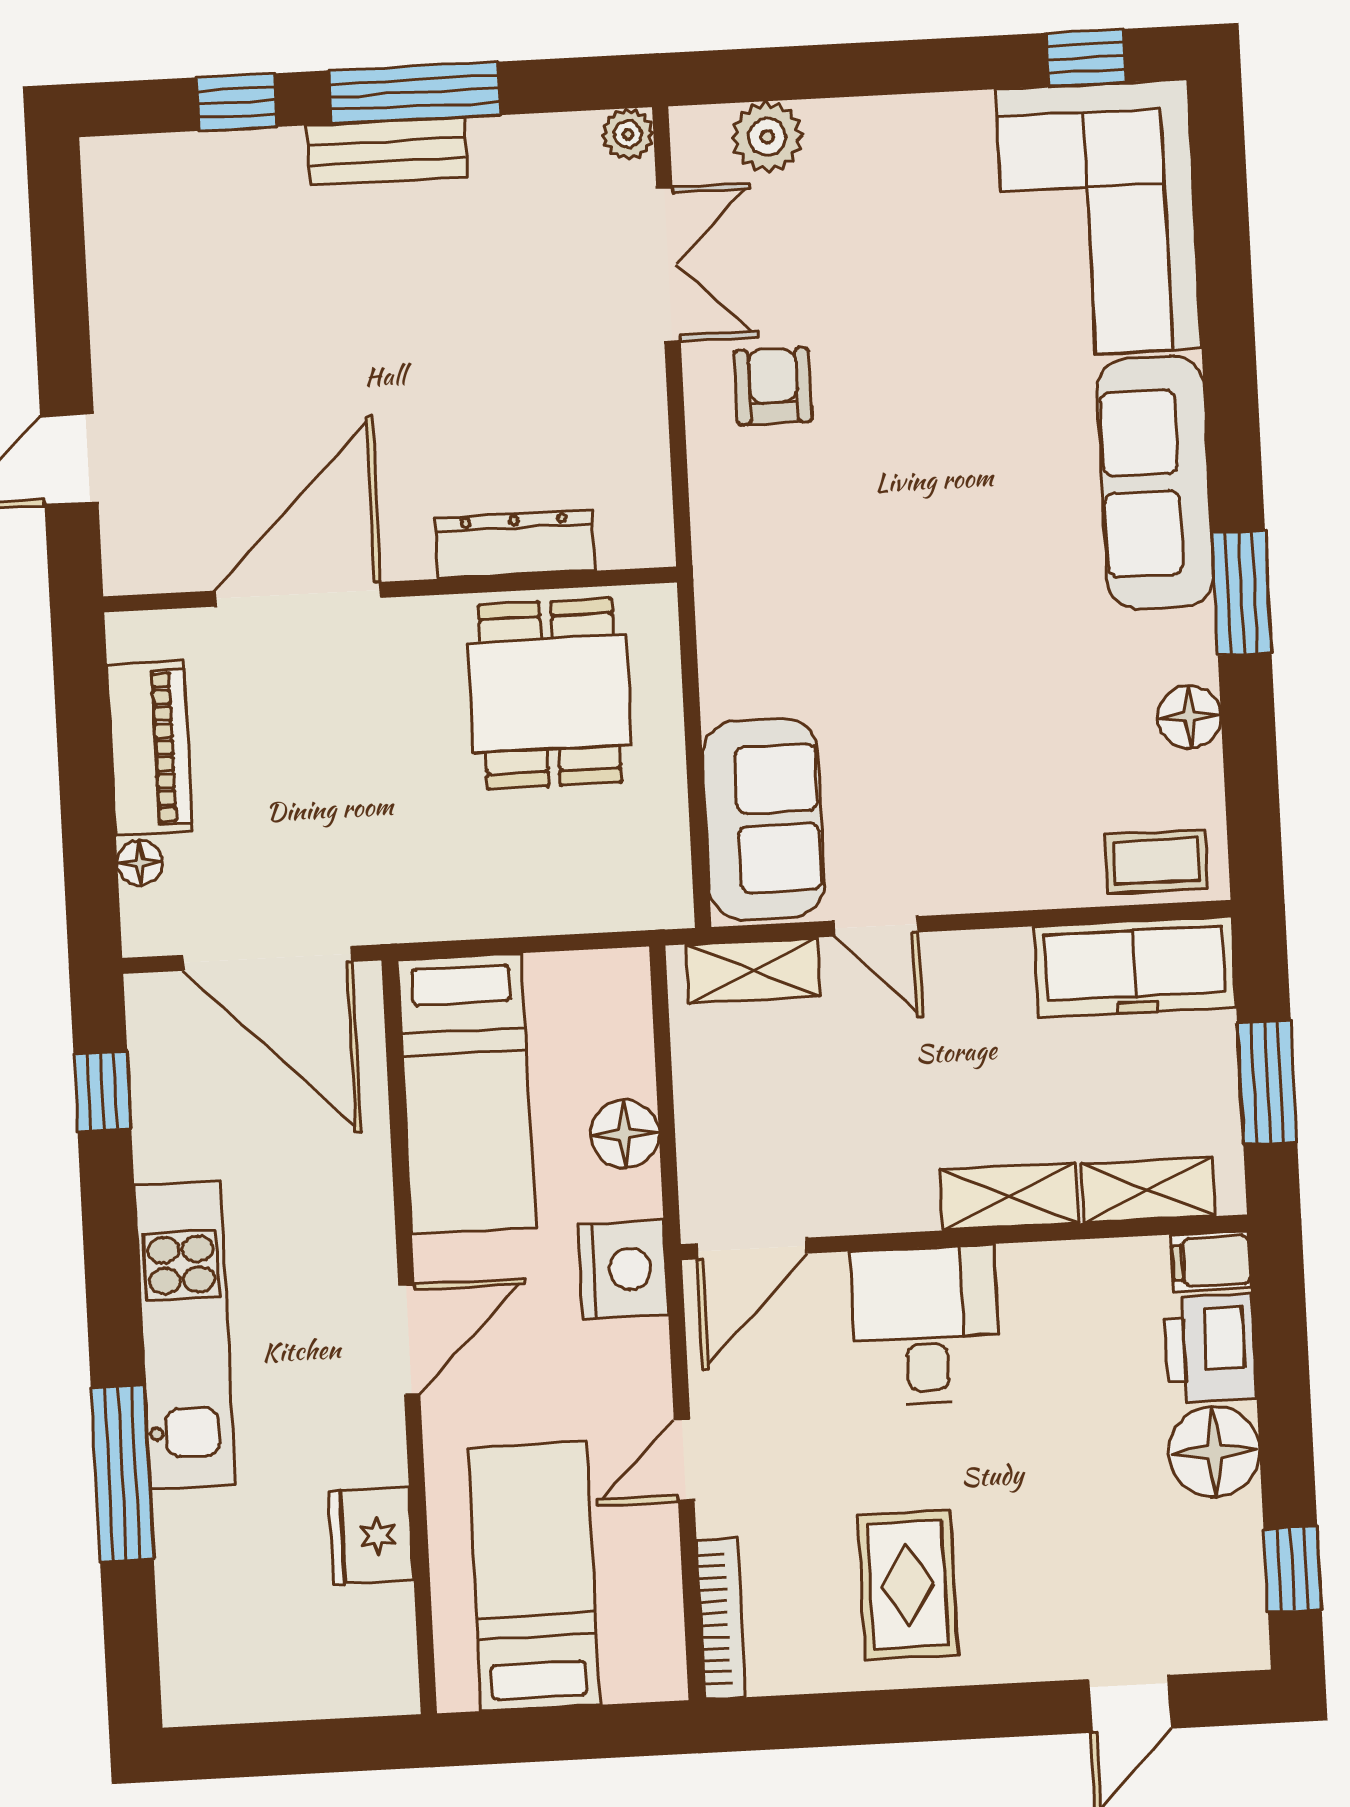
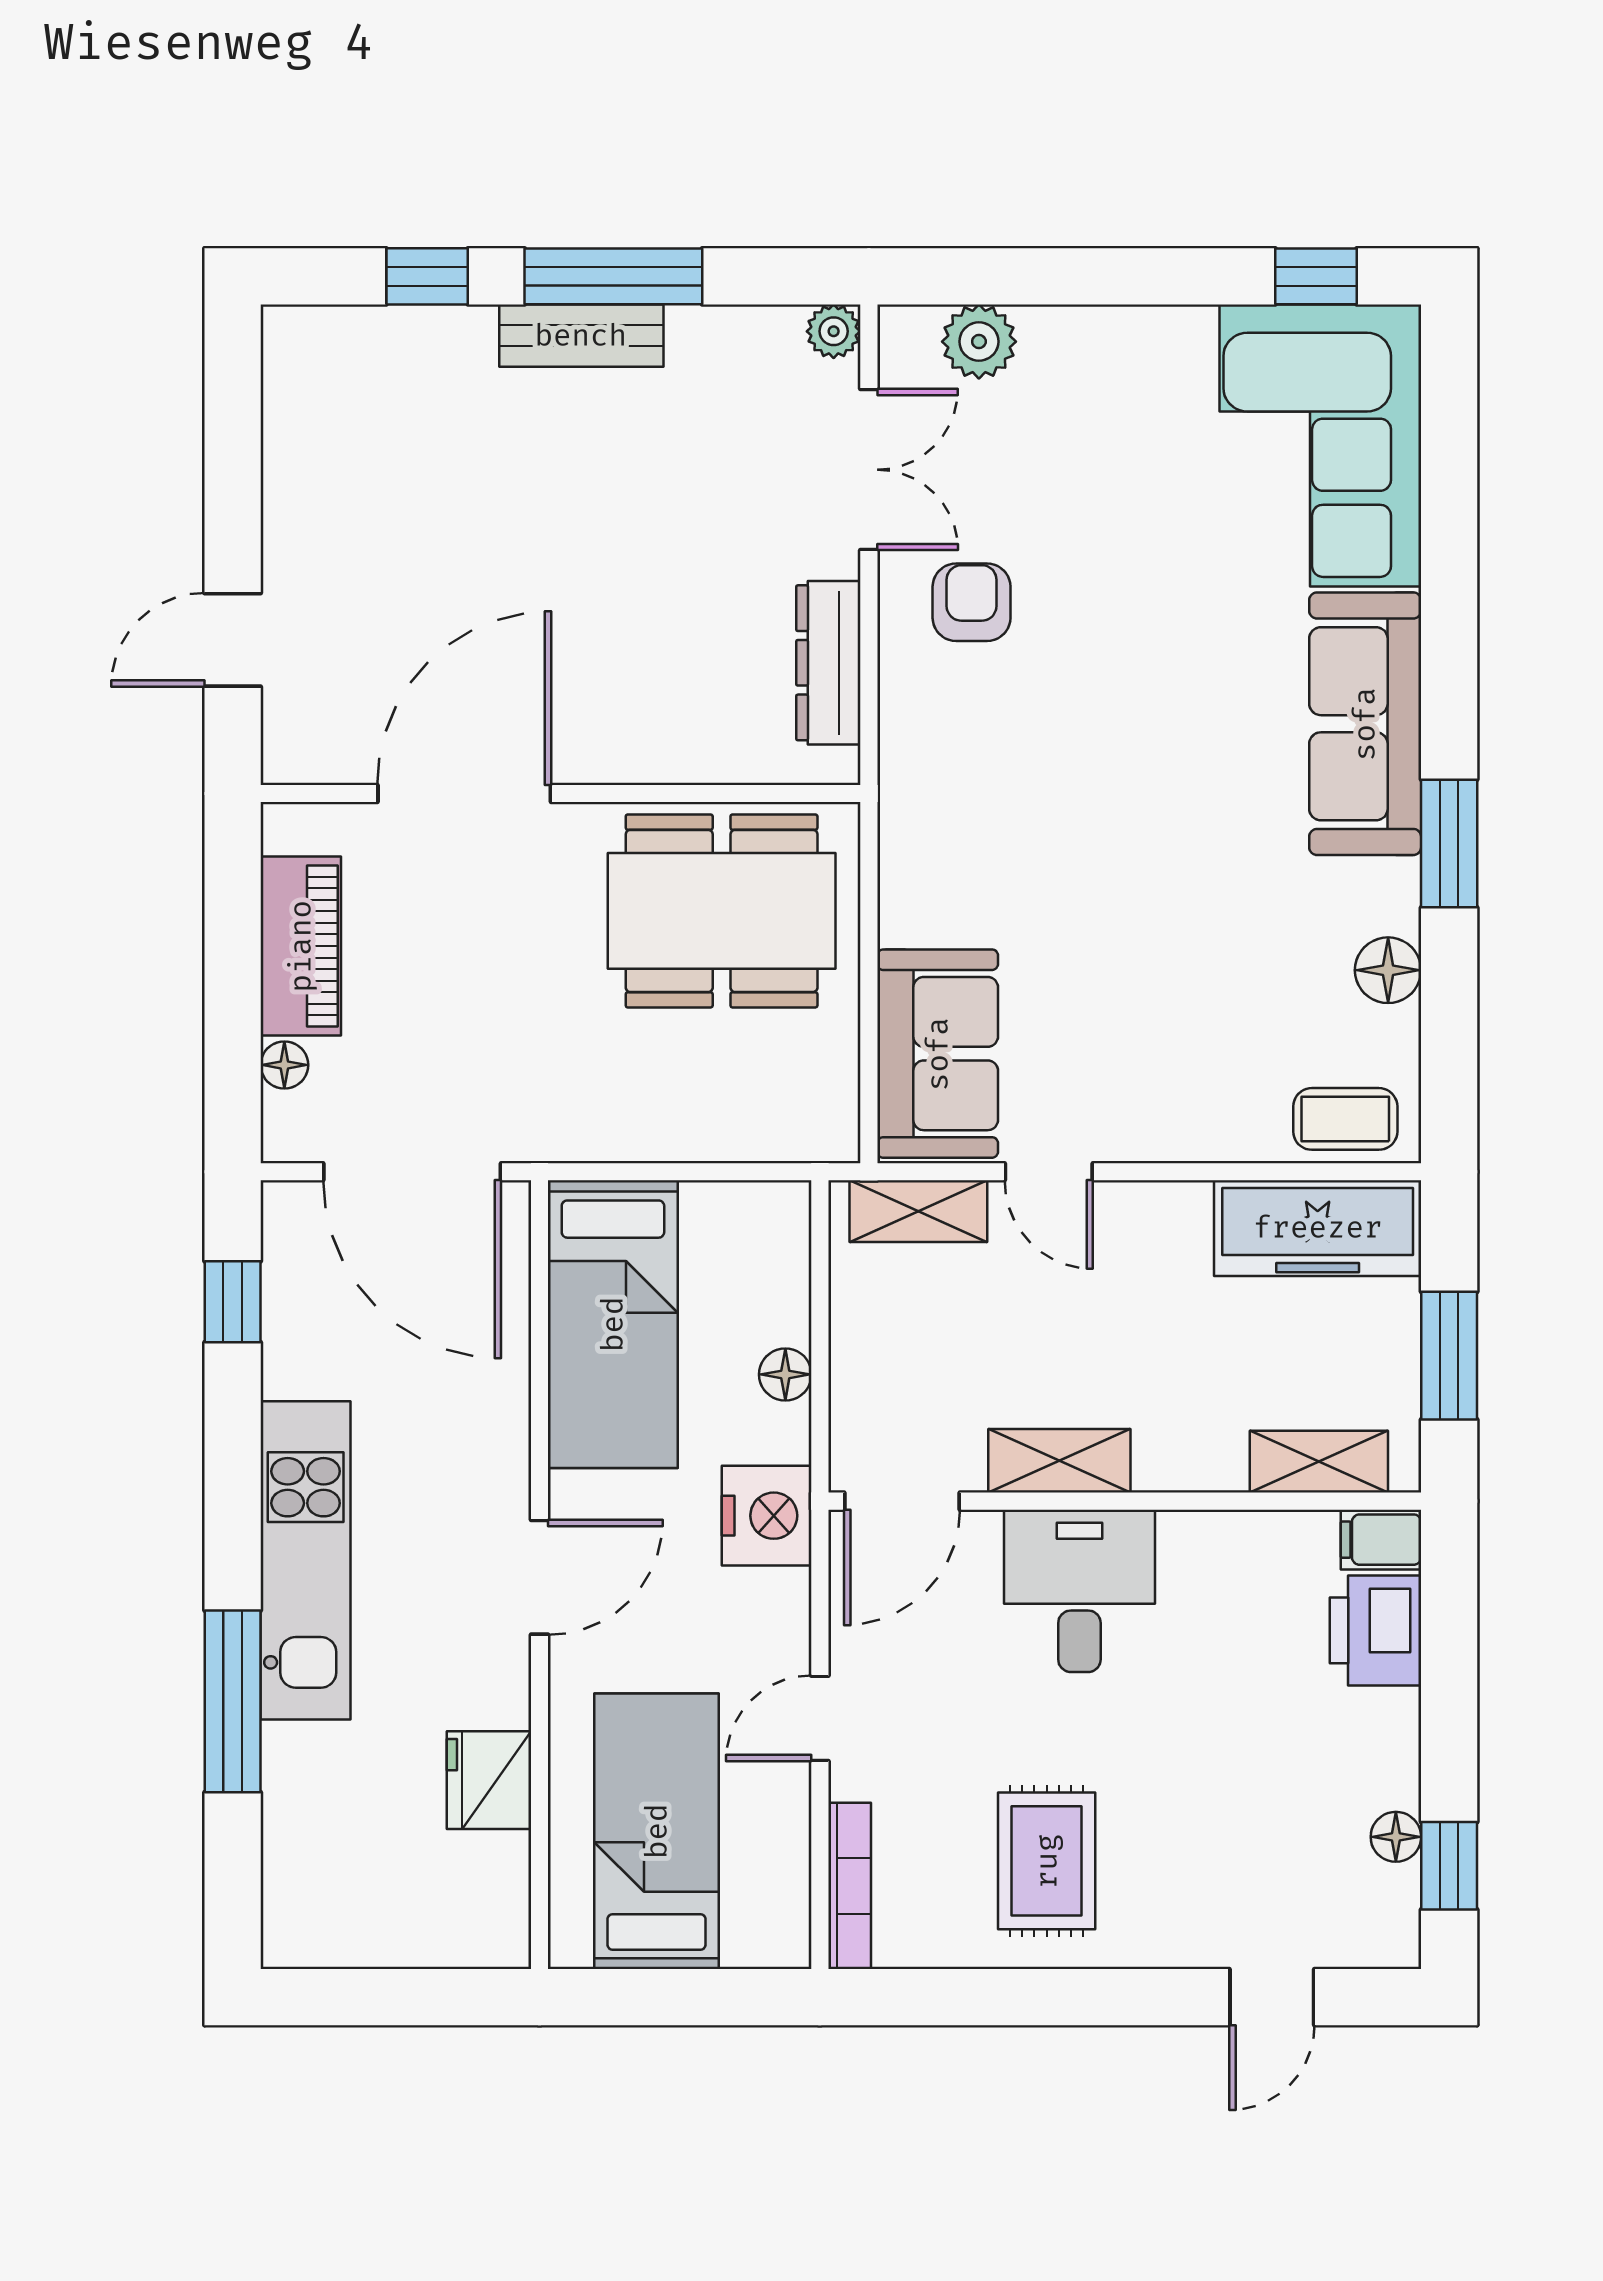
dresser: (515, 544) -> (828, 663), moved, turned -90
dining table: (550, 694) -> (722, 911), width x1.38
floor lamp: (625, 1134) -> (785, 1374), width x0.73, depth x0.73
shelving: (1009, 1196) -> (1059, 1461), moved
floor lamp: (1214, 1452) -> (1396, 1837), moved, width x0.53, depth x0.53

